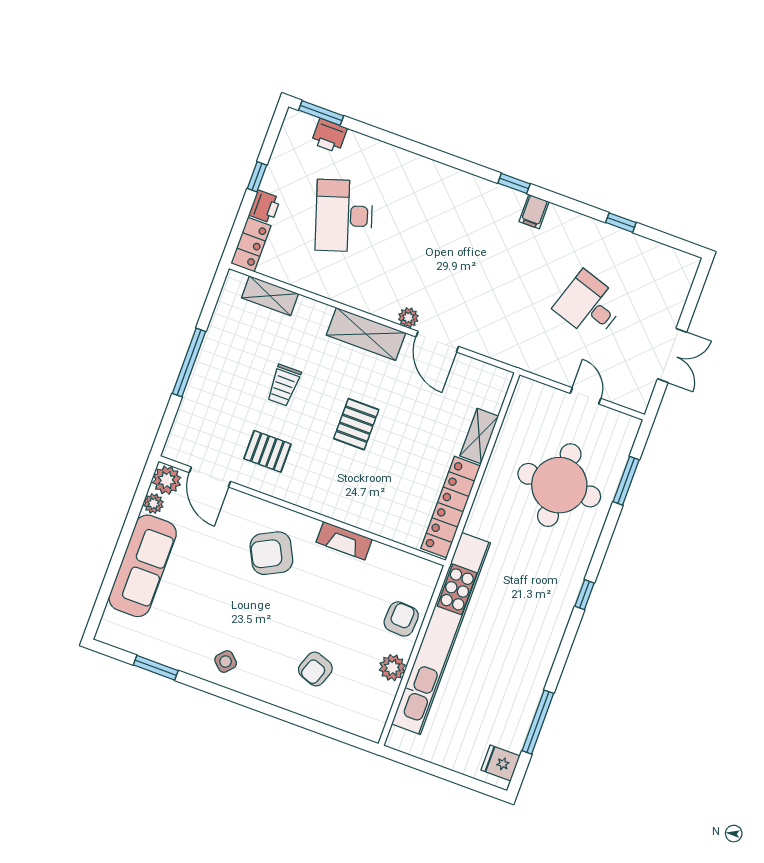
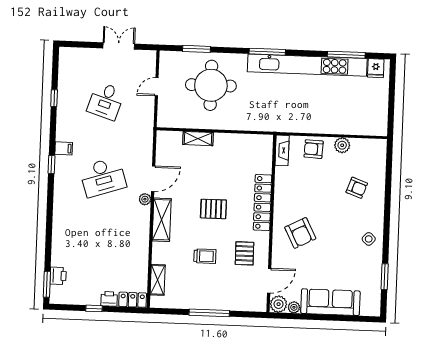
desk: (344, 216) -> (103, 177), moved
locker: (451, 507) -> (263, 203), moved, turned 90
fireplace: (344, 541) -> (282, 150), moved
window: (584, 595) -> (267, 52), width x2.17
kitchen unit: (441, 633) -> (307, 65), moved, turned 180

